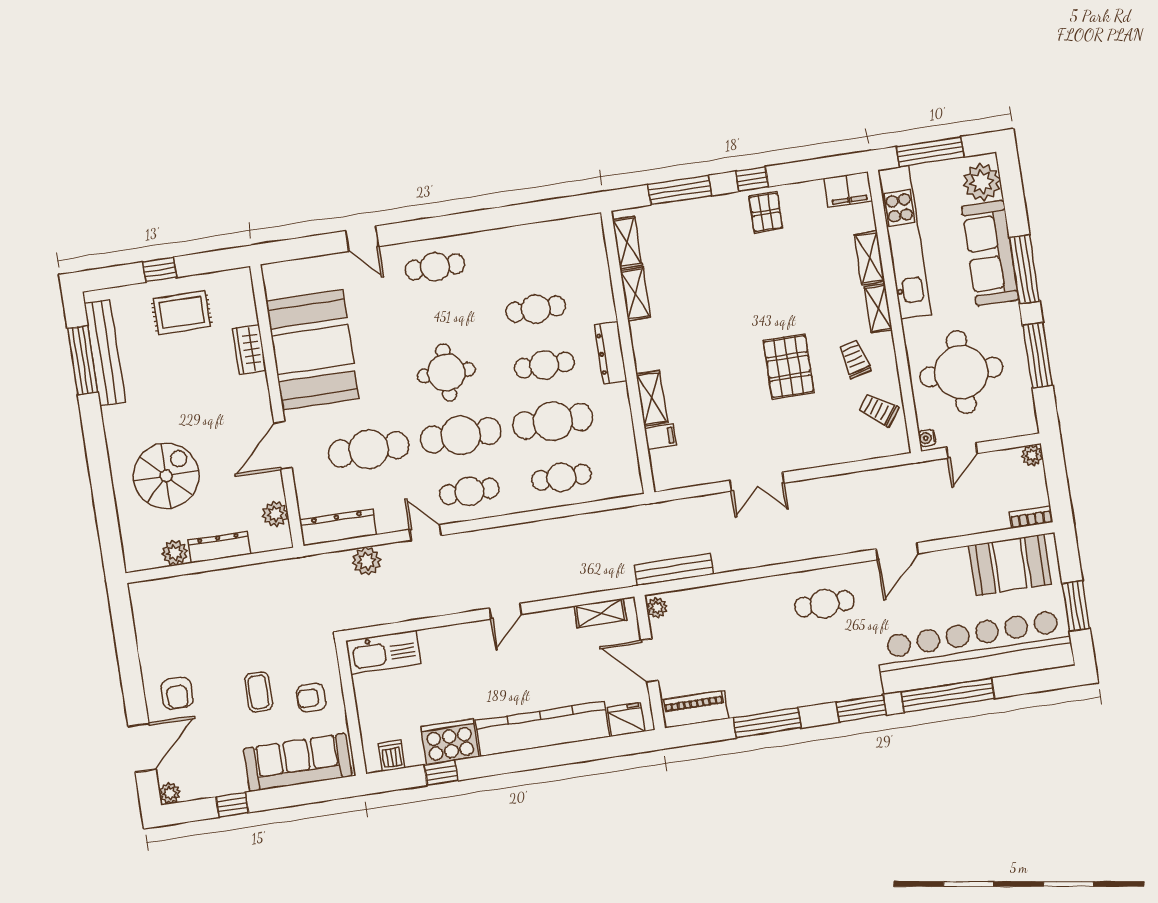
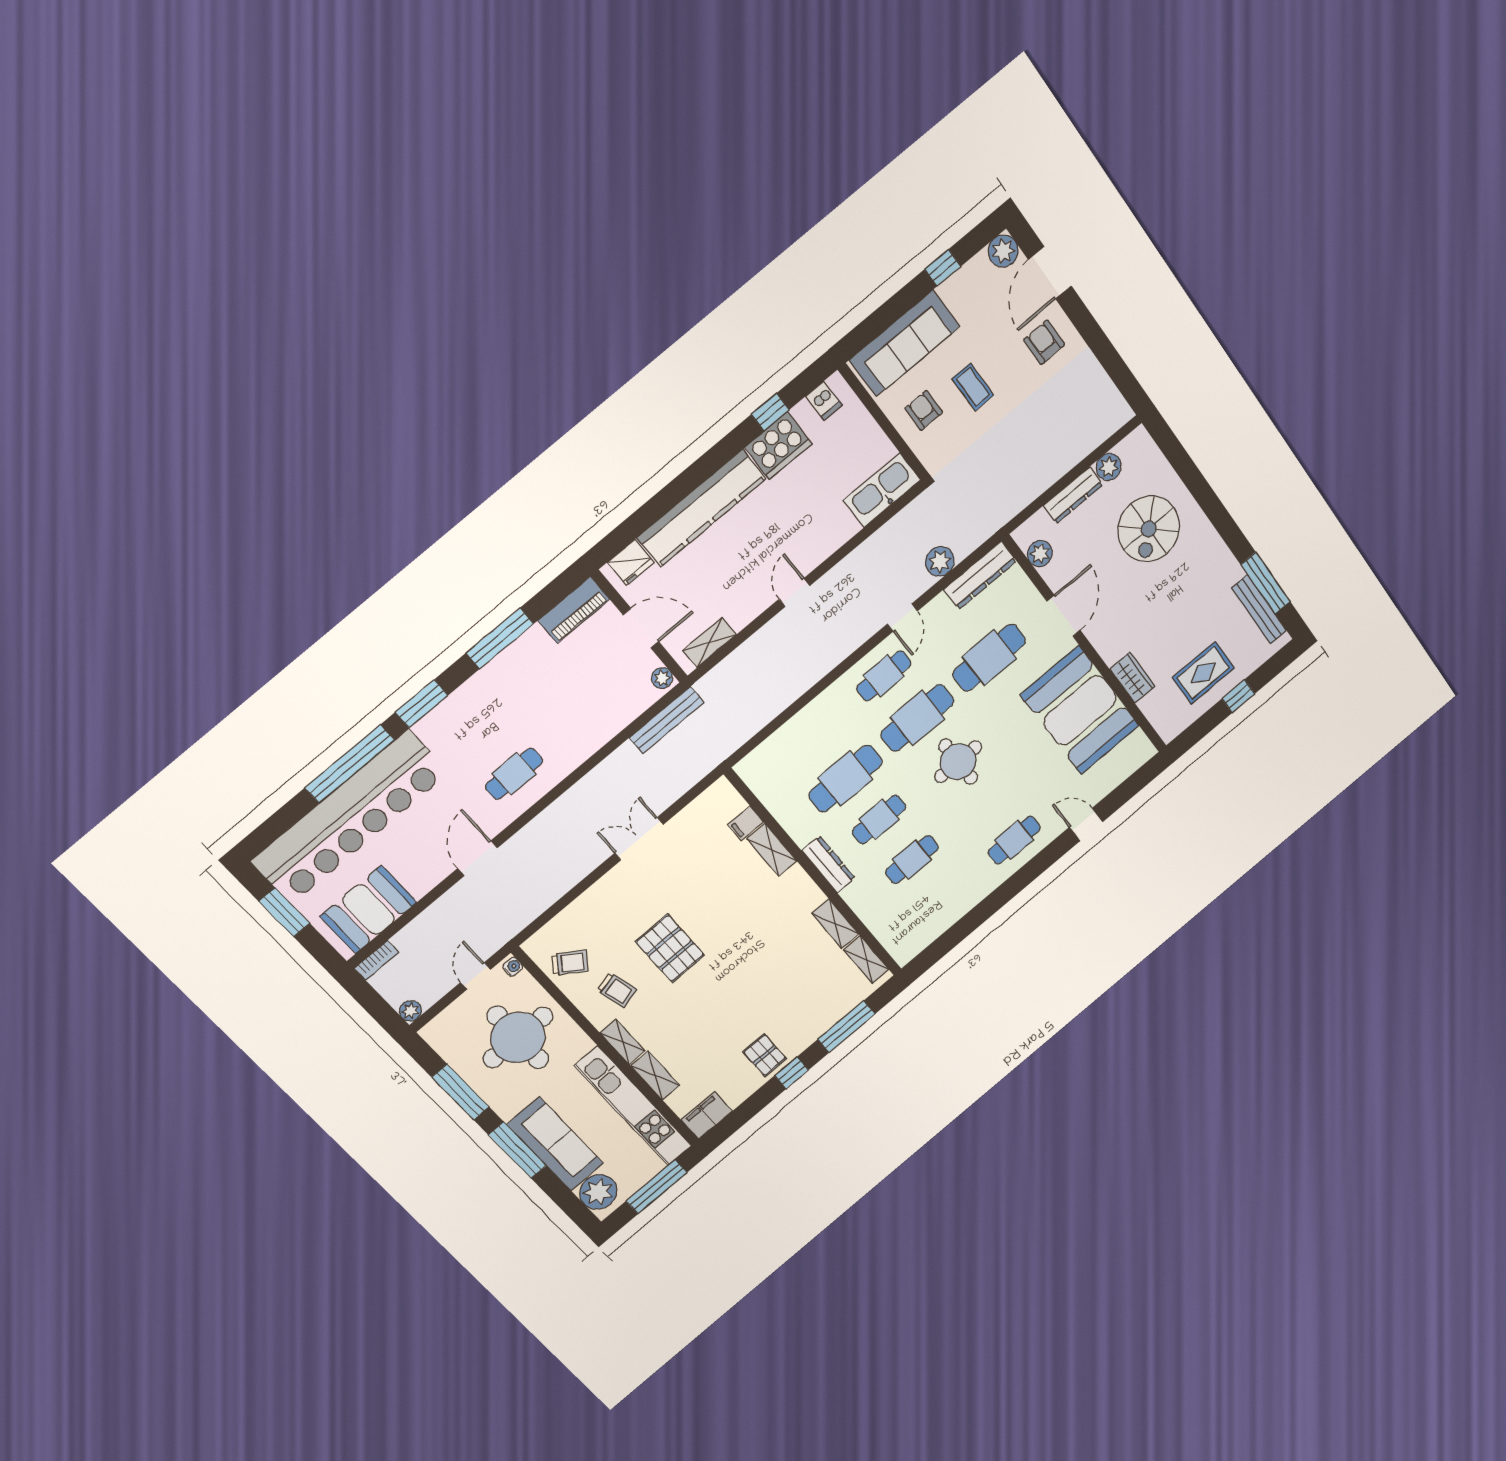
bench: (105, 353) -> (1259, 609), width x0.73, depth x0.82
cafe table: (561, 477) -> (811, 737), removed
door: (425, 532) -> (902, 618), hinge flipped
armchair: (311, 698) -> (924, 410), turned -90
plant: (170, 793) -> (1003, 251), width x1.38, depth x1.38

